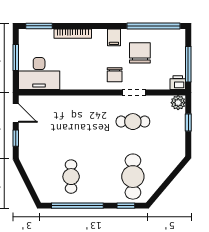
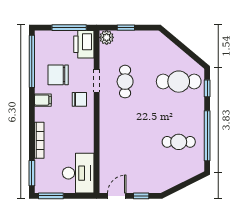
window: (16, 57) -> (51, 196), moved
printer: (178, 83) -> (84, 44), width x1.87, depth x1.48

